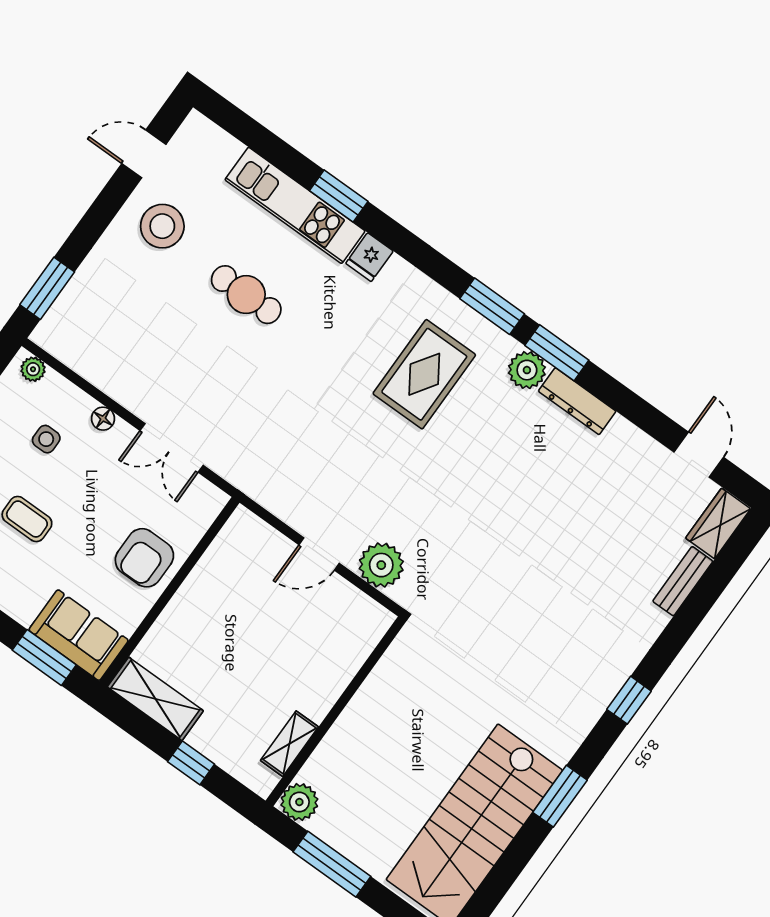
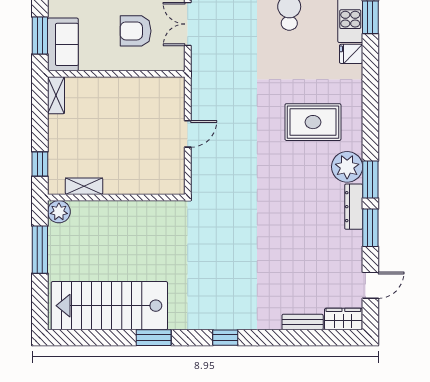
window: (492, 306) -> (370, 228), moved
plant: (527, 370) -> (347, 167), width x1.36, depth x1.36
door: (319, 554) -> (188, 134), swing flipped
armchair: (144, 558) -> (136, 31), moved
plant: (381, 565) -> (204, 168), removed
shelving: (155, 699) -> (56, 95), width x0.67, depth x0.75
window: (191, 763) -> (40, 164), moved

